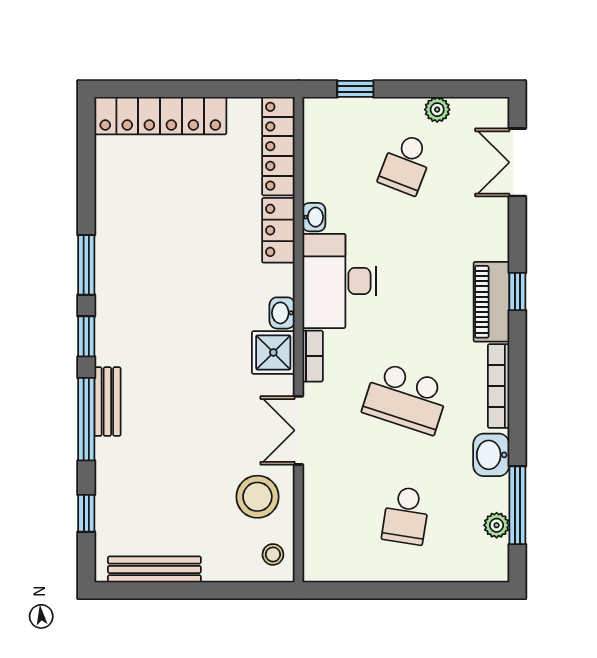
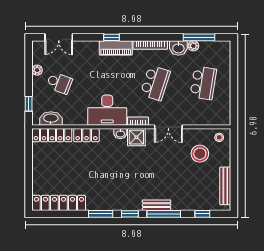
locker: (160, 116) -> (59, 203), moved, turned -90
washbasin: (314, 217) -> (51, 119), moved, width x1.91, depth x1.45
stool: (257, 497) -> (200, 154), moved
school desk: (406, 515) -> (203, 83), width x1.85
plant: (497, 525) -> (193, 46), moved

